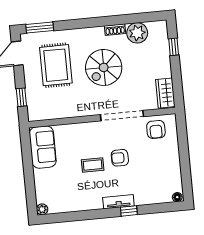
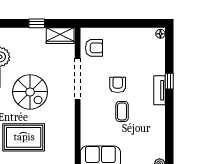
window: (174, 47) -> (37, 23), moved
armchair: (120, 158) -> (118, 85), turned 180

